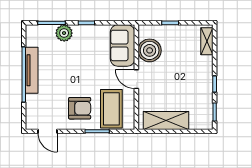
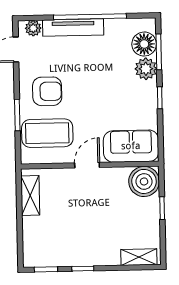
floor lamp: (45, 34) -> (144, 44), added
boiler: (150, 50) -> (144, 181), moved
tv unit: (32, 70) -> (73, 28), moved
armchair: (80, 108) -> (47, 91), turned -90
plant: (32, 118) -> (33, 28), added
shelving: (166, 120) -> (30, 196), width x0.67, depth x0.75

